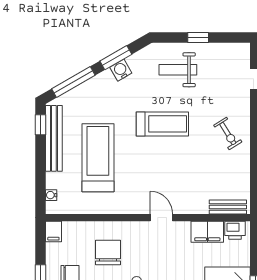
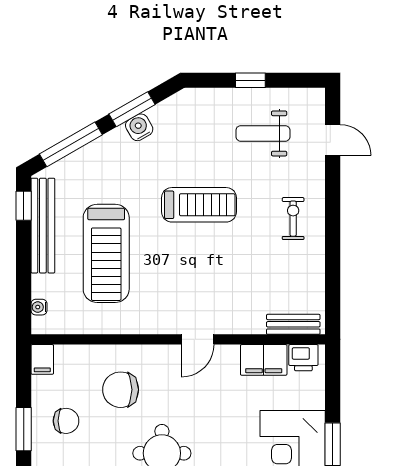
weight bench: (178, 70) -> (263, 133), moved
exercise bike: (228, 134) -> (293, 219), turned -148
treadmill: (98, 158) -> (106, 253), turned 180
door: (161, 218) -> (198, 339), swing flipped
chair: (108, 252) -> (121, 390), turned -90

